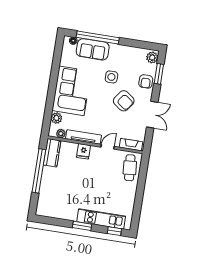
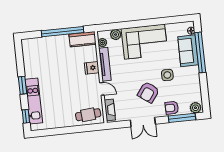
window: (159, 74) -> (182, 118), width x1.44

